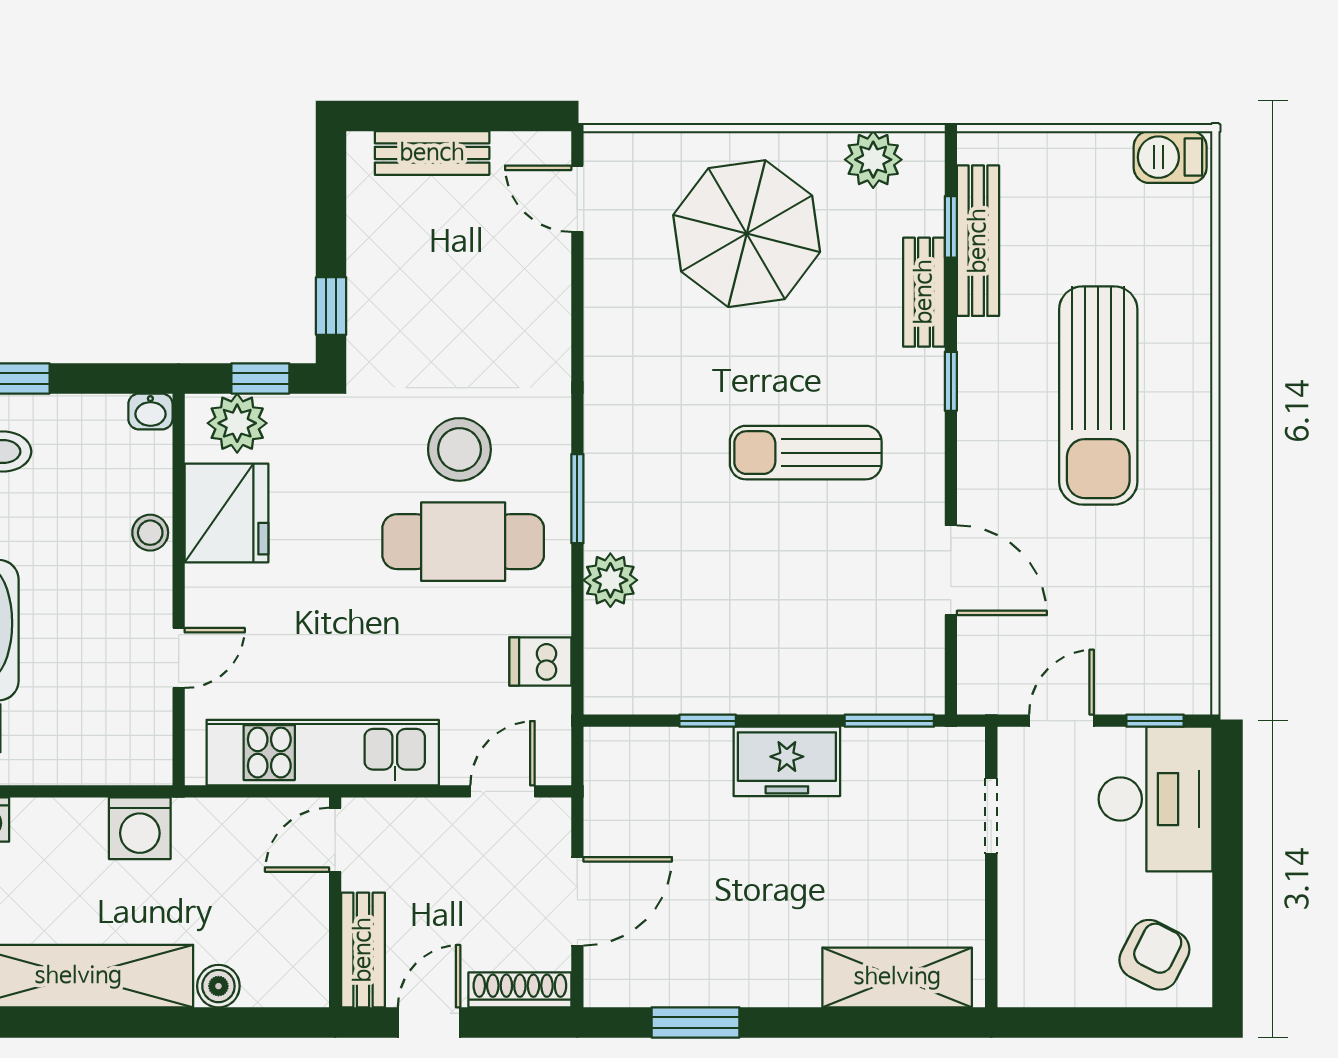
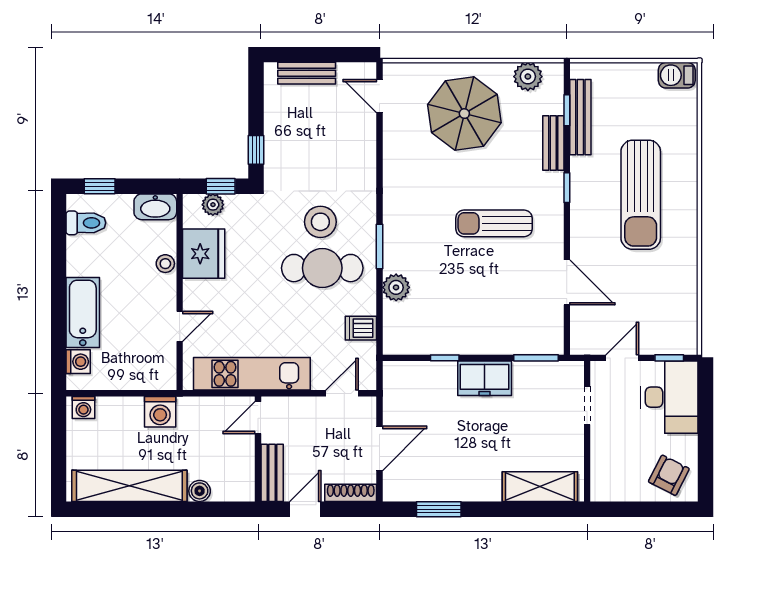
washbasin: (150, 412) -> (155, 207), width x1.91, depth x1.45
plant: (237, 423) -> (213, 205), width x0.73, depth x0.73

